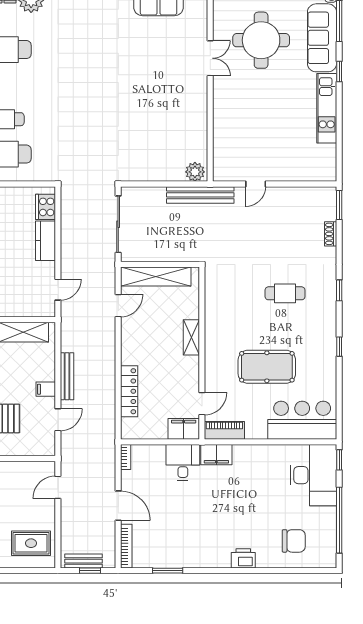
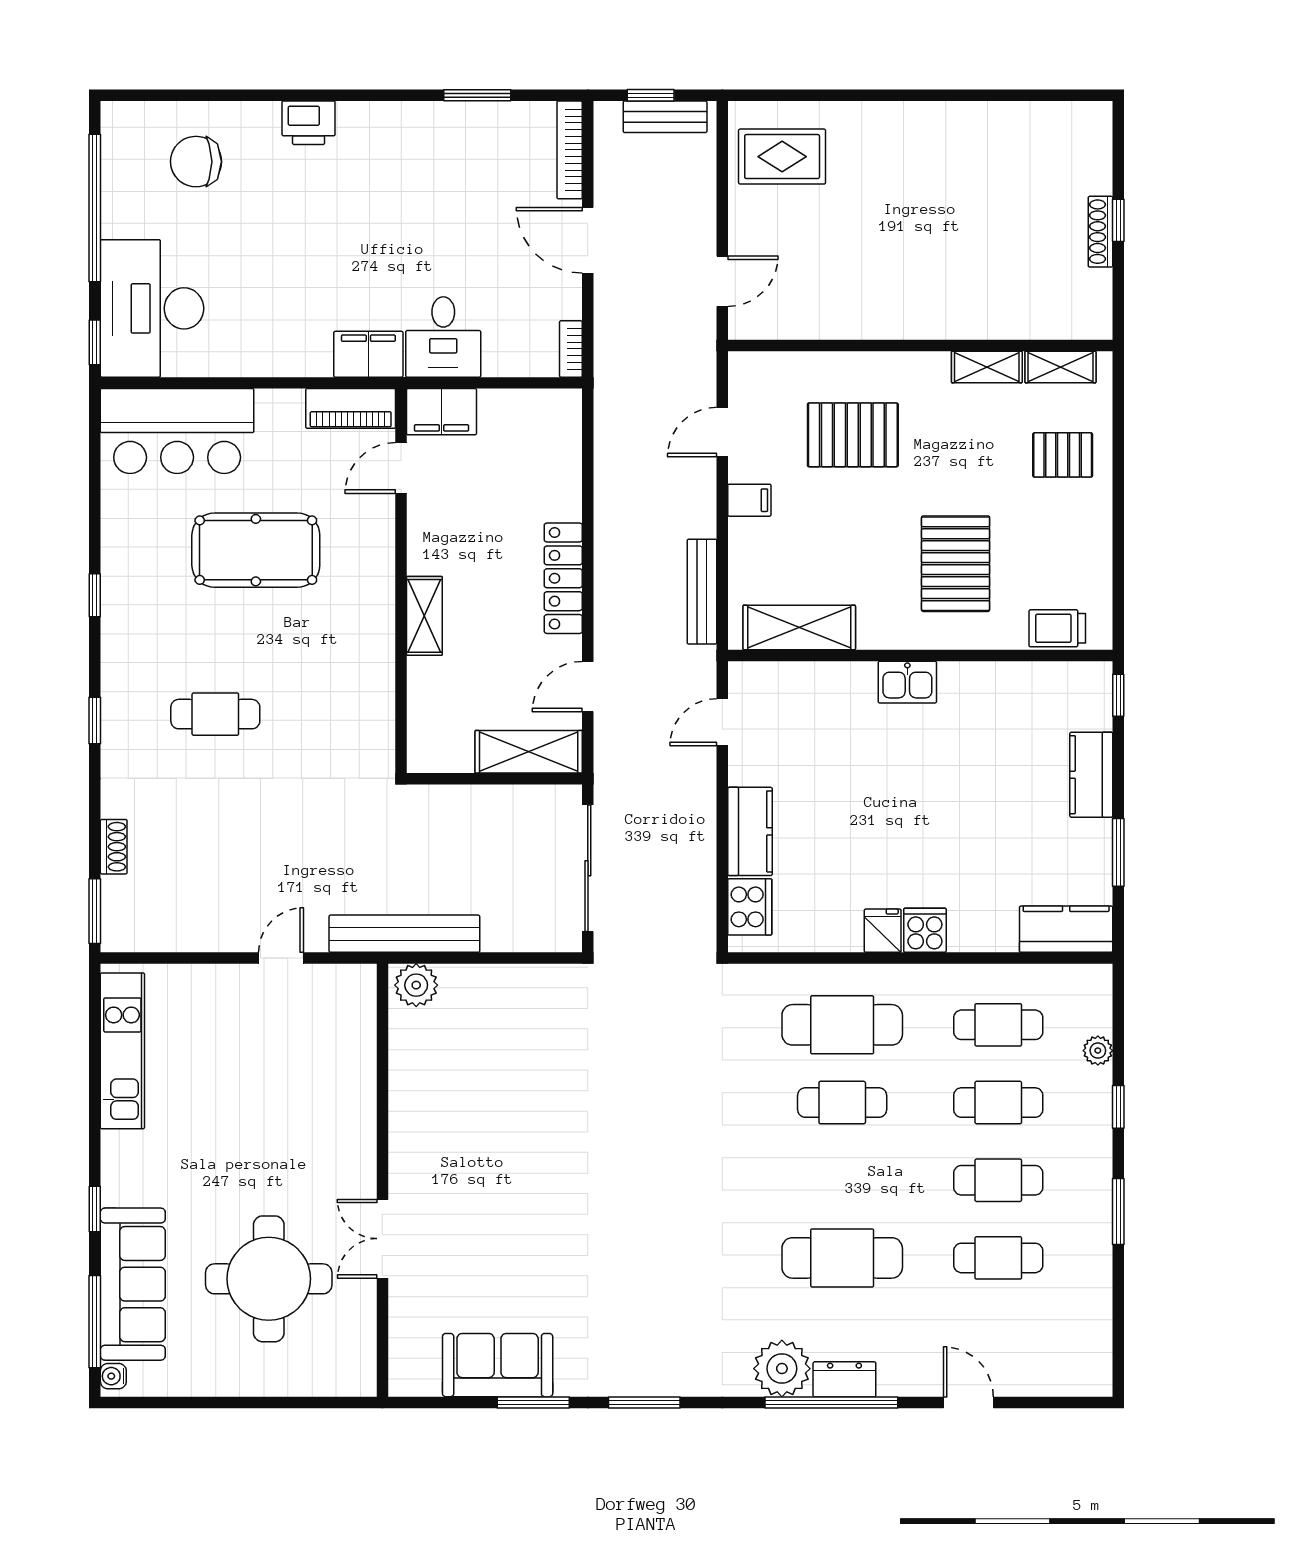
kitchen unit: (327, 108) -> (122, 1051), moved
shelving: (156, 276) -> (529, 752), width x0.68
bench: (67, 376) -> (702, 592), moved
locker: (129, 391) -> (563, 578), moved

